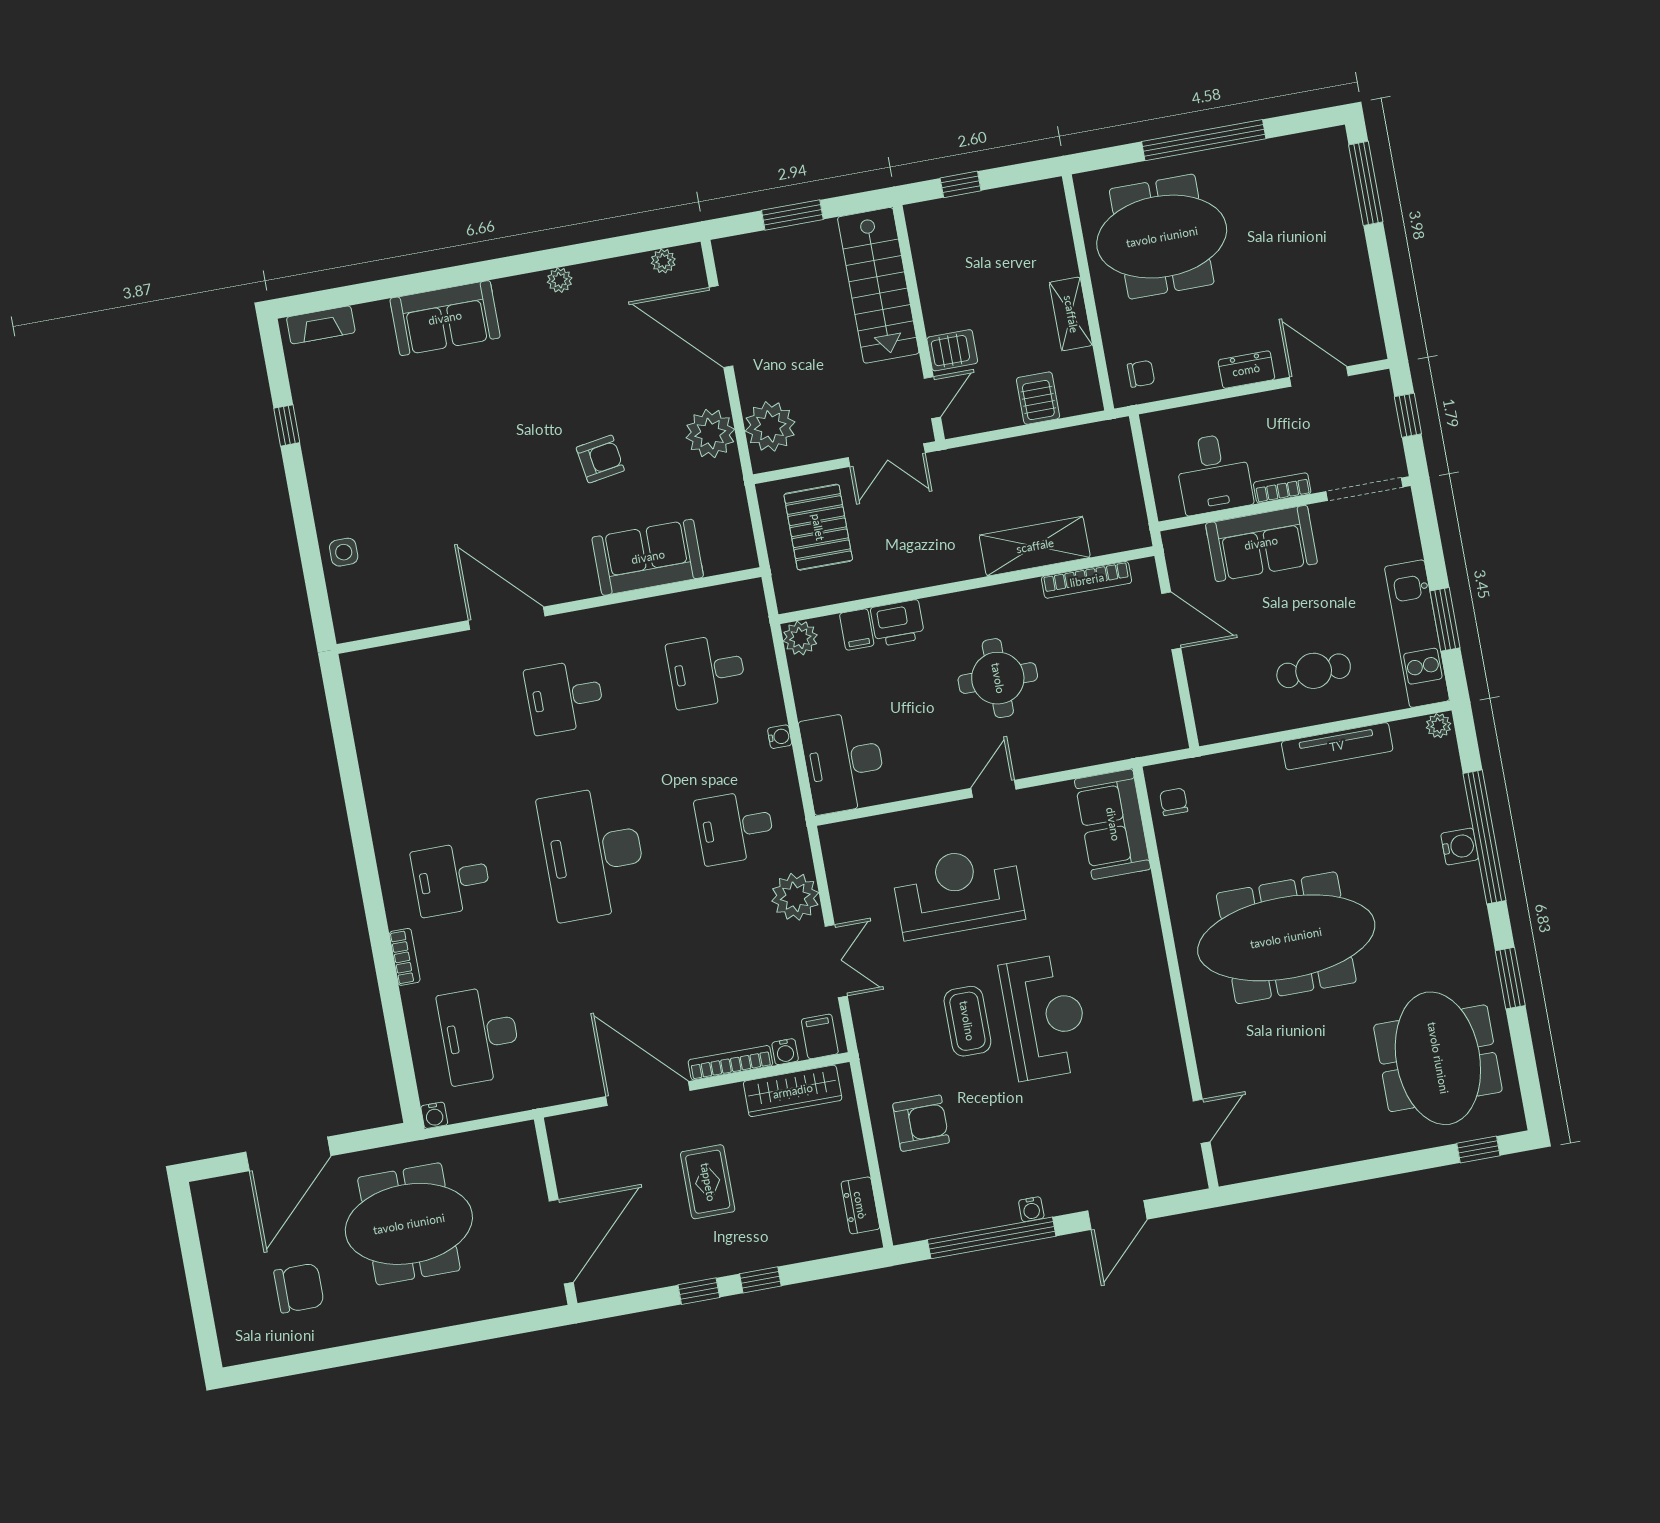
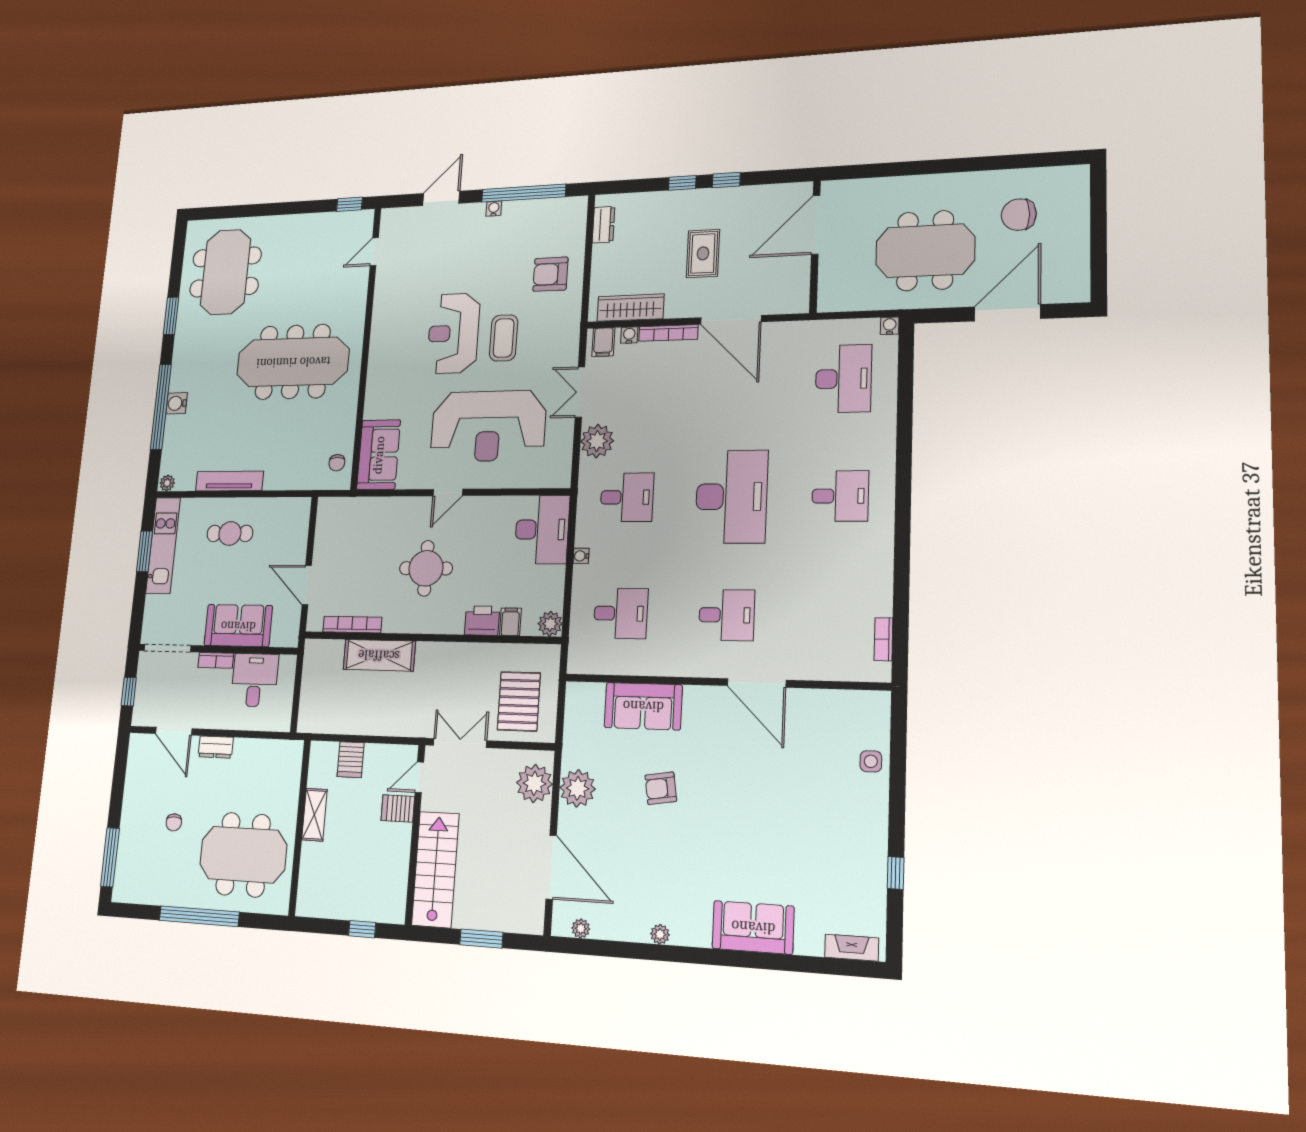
chair: (1141, 374) -> (174, 822), moved, turned -90
reception desk: (958, 892) -> (488, 426), width x1.36, depth x1.30
bookcase: (405, 957) -> (883, 639), moved
window: (1478, 1149) -> (349, 204), moved

